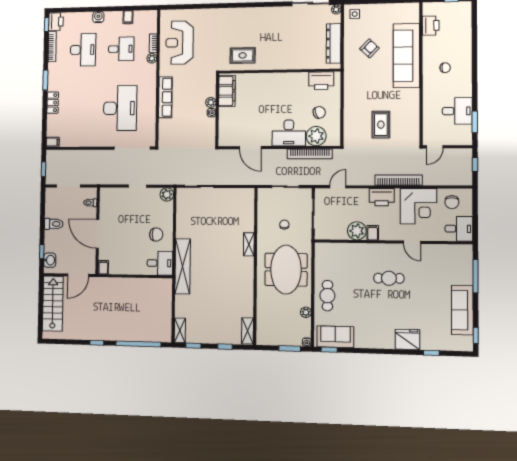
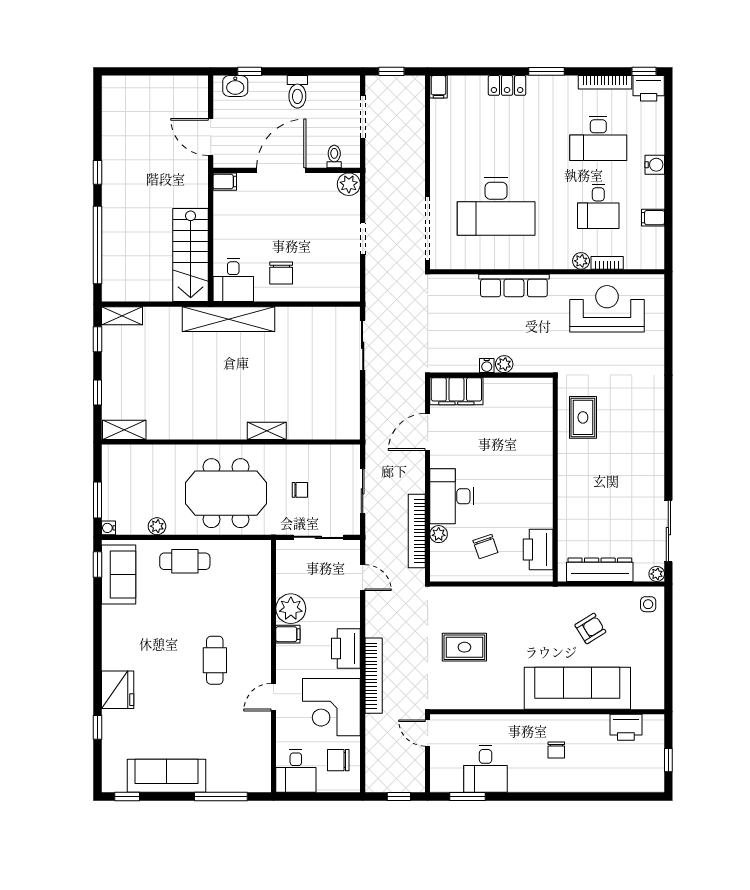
armchair: (369, 48) -> (590, 628), turned -76
filing cabinet: (227, 91) -> (456, 391), moved
plant: (316, 136) -> (439, 534), width x0.53, depth x0.53
plant: (167, 194) -> (349, 184), moved
stairs: (53, 304) -> (191, 255), moved, turned 90

